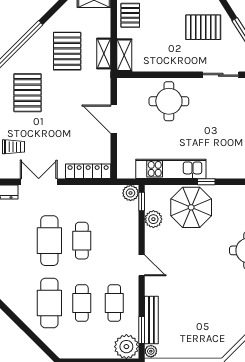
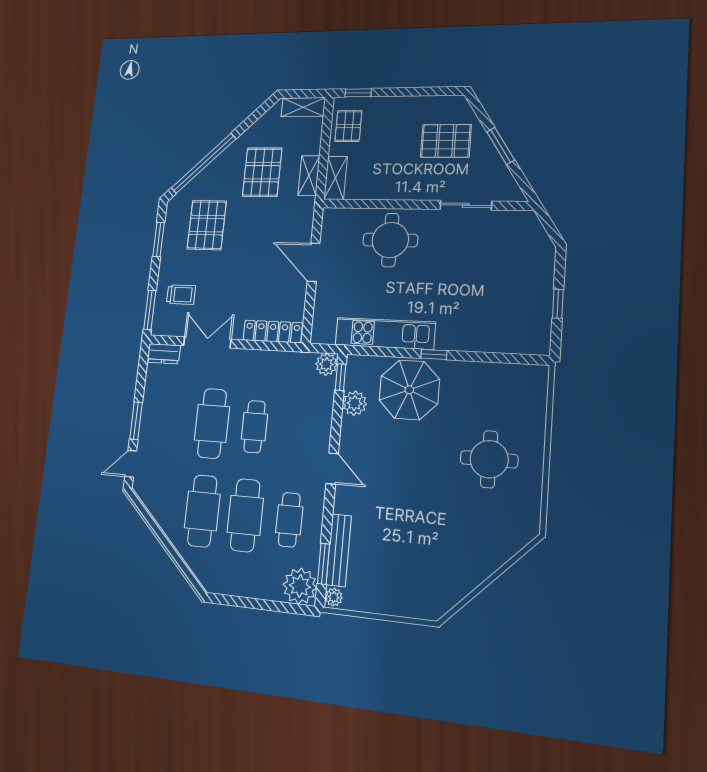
cafe table: (82, 303) -> (245, 515), width x1.37, depth x1.35

